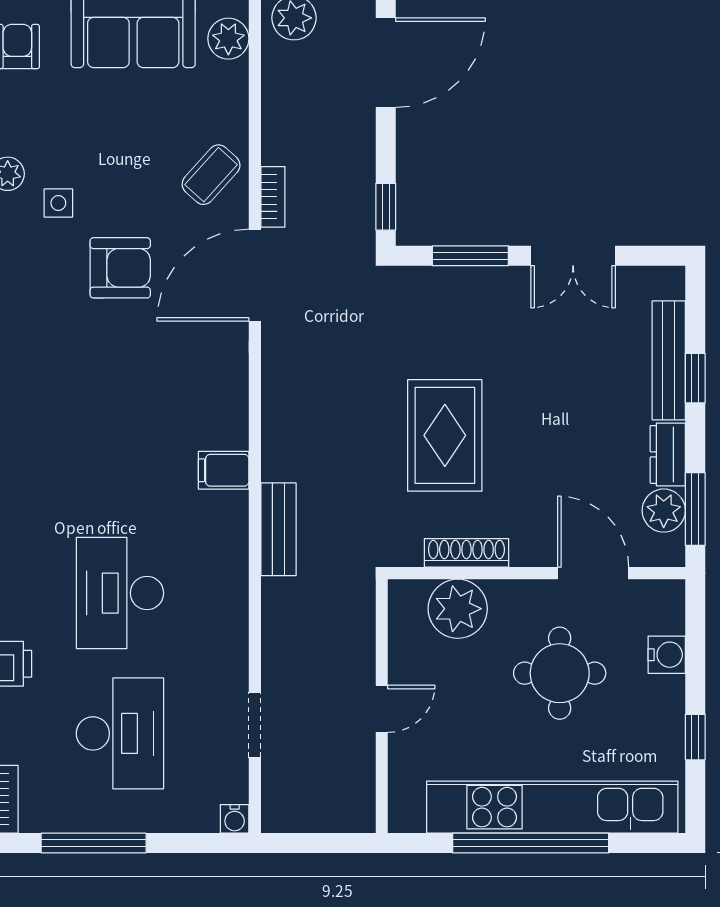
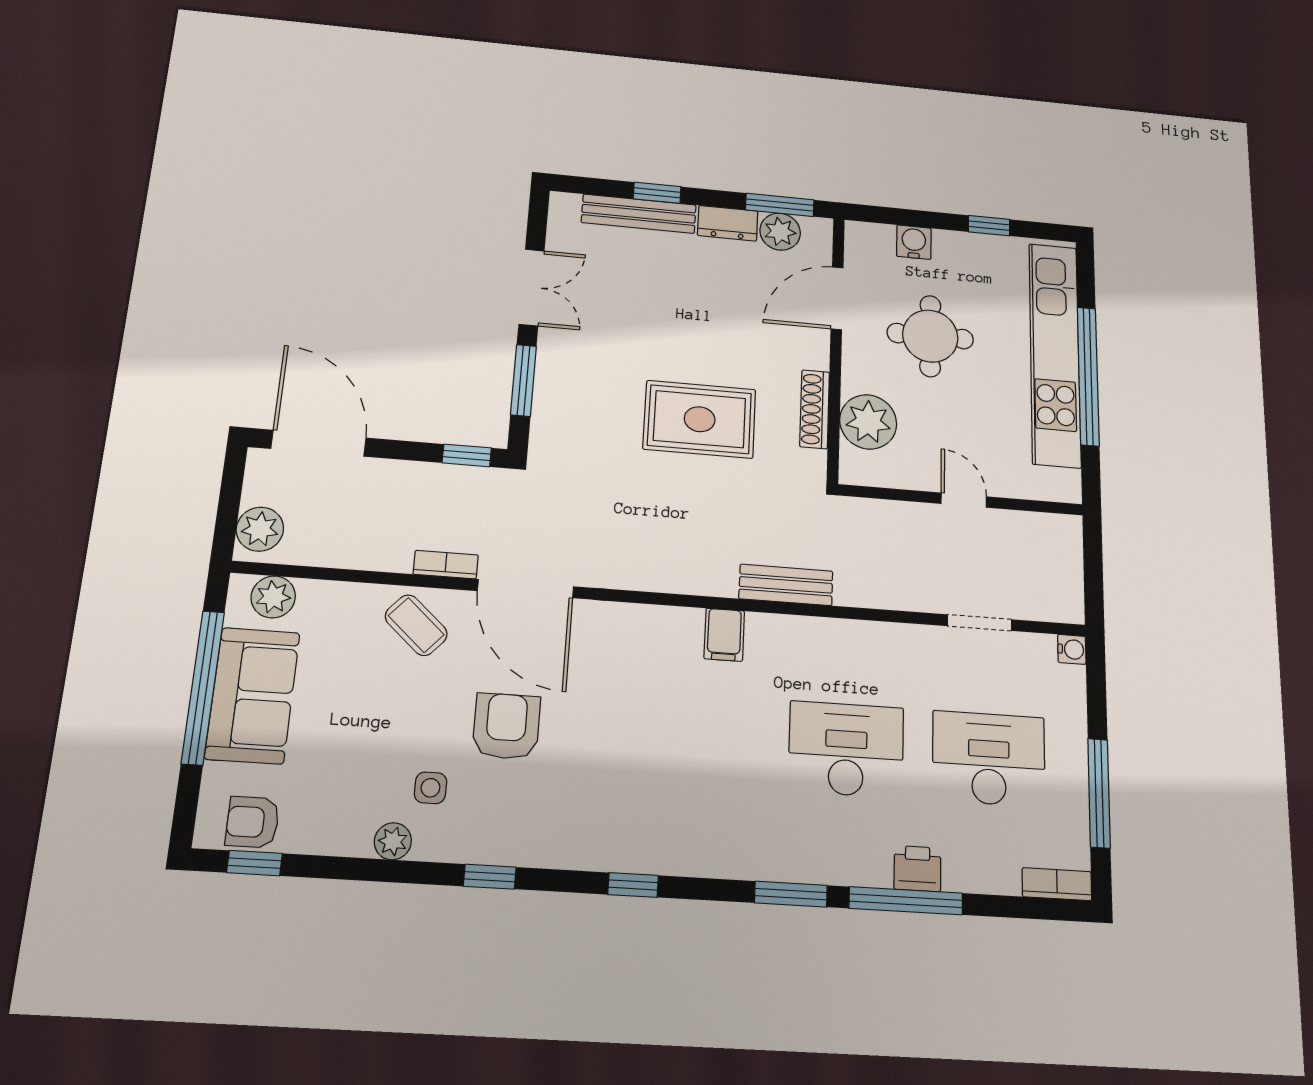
desk: (120, 593) -> (846, 749), turned 180

